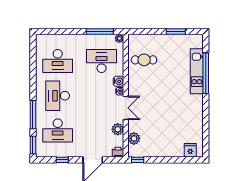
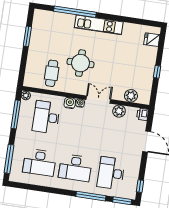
window: (57, 32) -> (9, 159), added
desk: (58, 61) -> (40, 162), turned 90
kitchen unit: (197, 71) -> (99, 25), moved
round table: (158, 86) -> (81, 63), added
desk: (58, 130) -> (111, 173), turned 180
window: (62, 160) -> (140, 186), moved
window: (138, 160) -> (157, 72), moved

